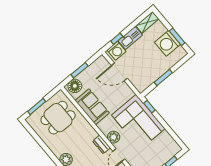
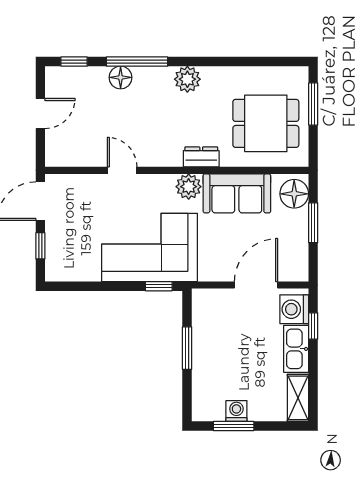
washing machine: (168, 43) -> (236, 411), width x0.53, depth x0.53
dining table: (58, 118) -> (266, 123), turned 90
plant: (114, 137) -> (189, 187), moved
dresser: (101, 144) -> (201, 157), moved

